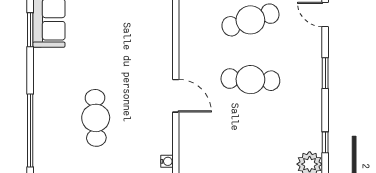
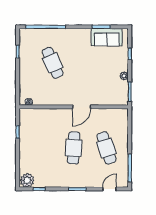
door: (176, 96) -> (82, 107), moved
cafe table: (96, 118) -> (53, 63), turned 68

